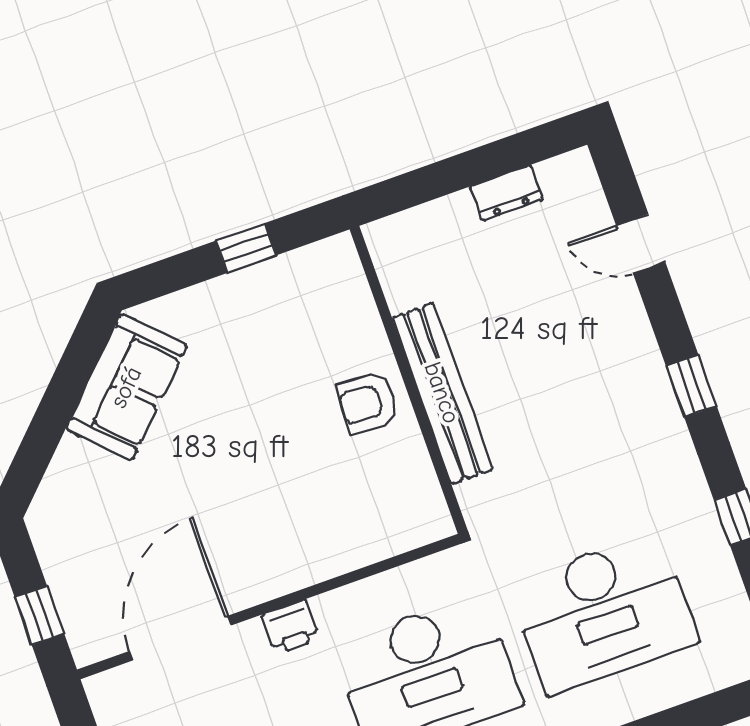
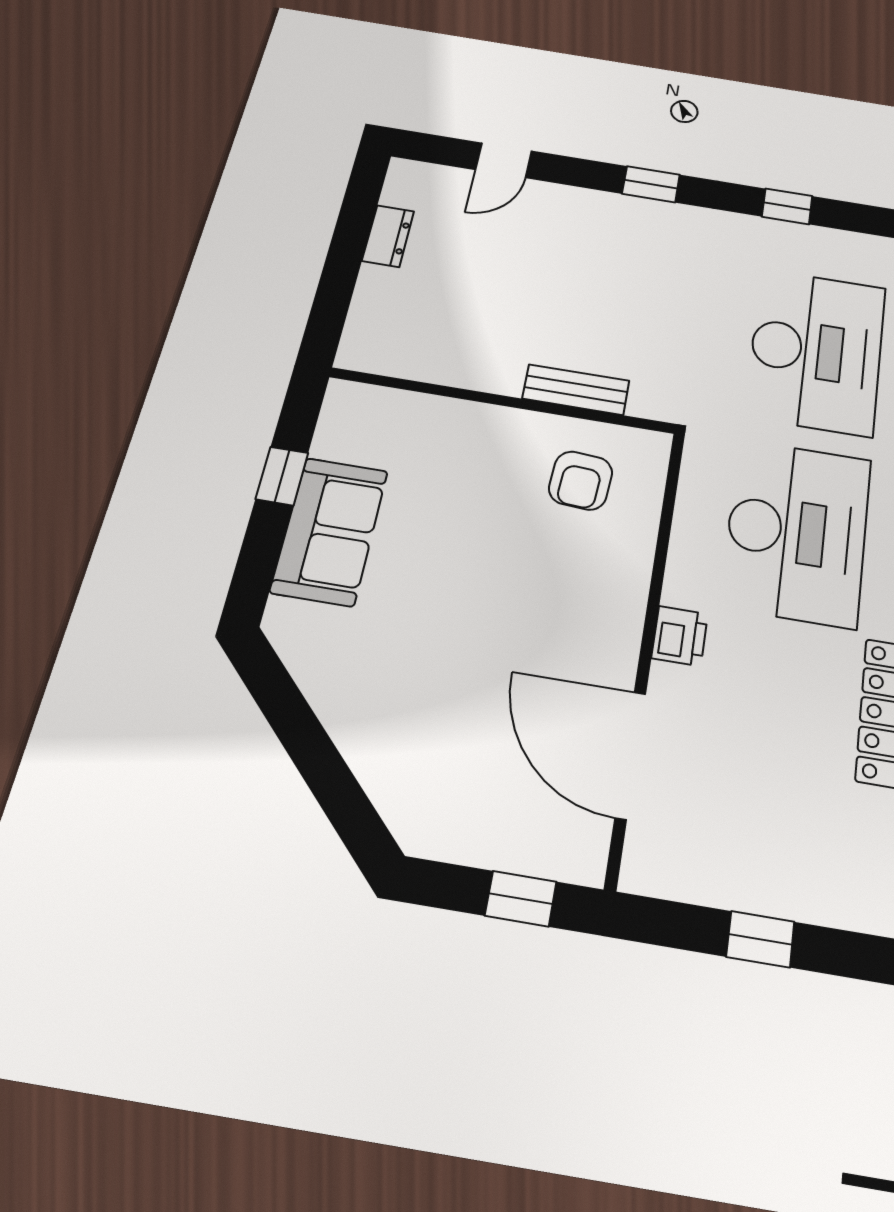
sofa: (126, 387) -> (330, 531), moved, turned 45
bench: (442, 393) -> (576, 390), width x0.54, depth x0.82
armchair: (368, 403) -> (581, 481), moved

